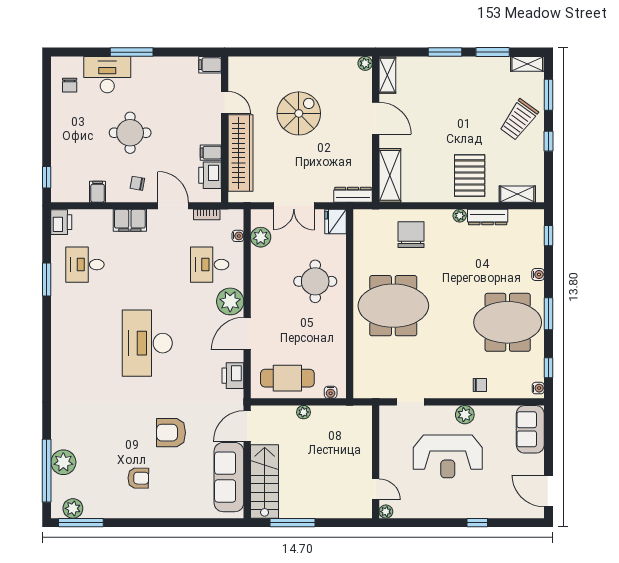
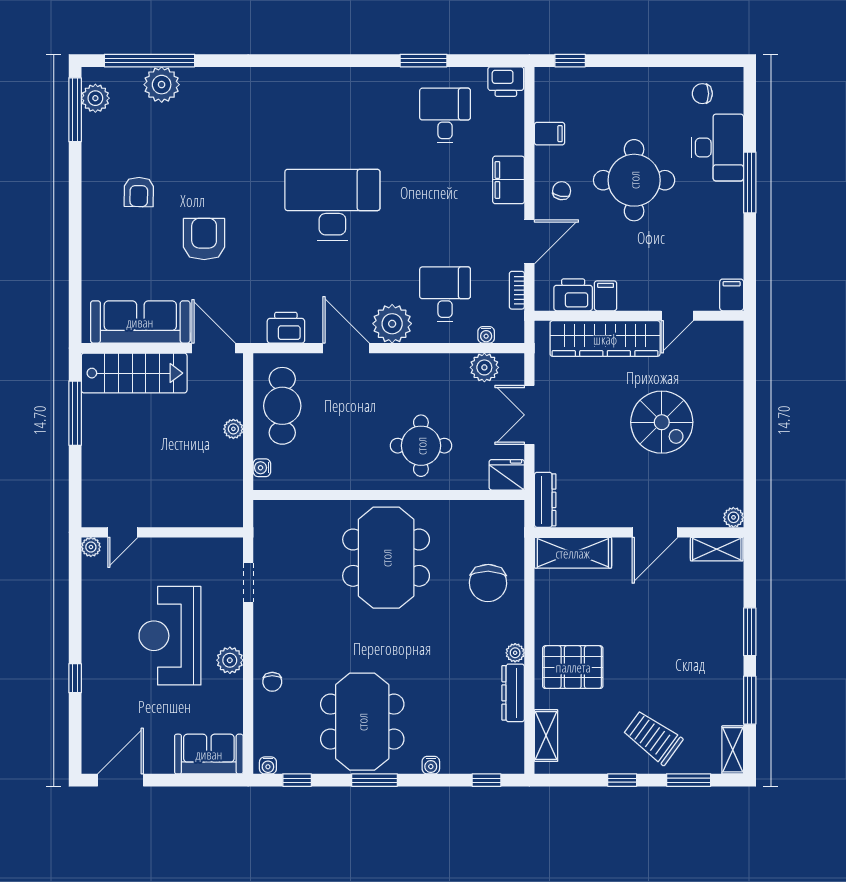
round table: (130, 133) -> (634, 180), width x1.36, depth x1.36
chair: (411, 235) -> (488, 583), turned 91

